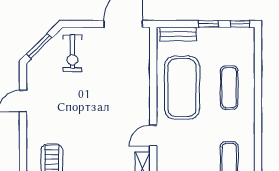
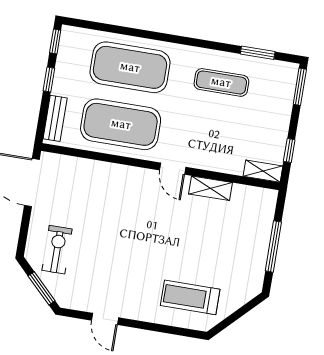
exercise bike: (72, 53) -> (57, 250), turned -90
exercise mat: (229, 88) -> (130, 67), width x2.00, depth x1.45

